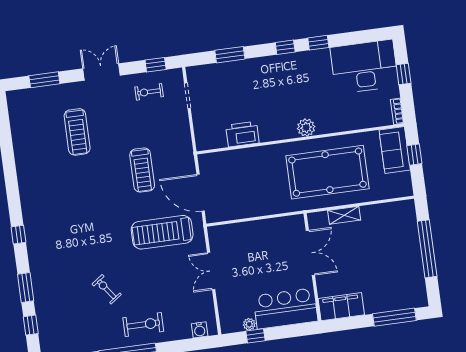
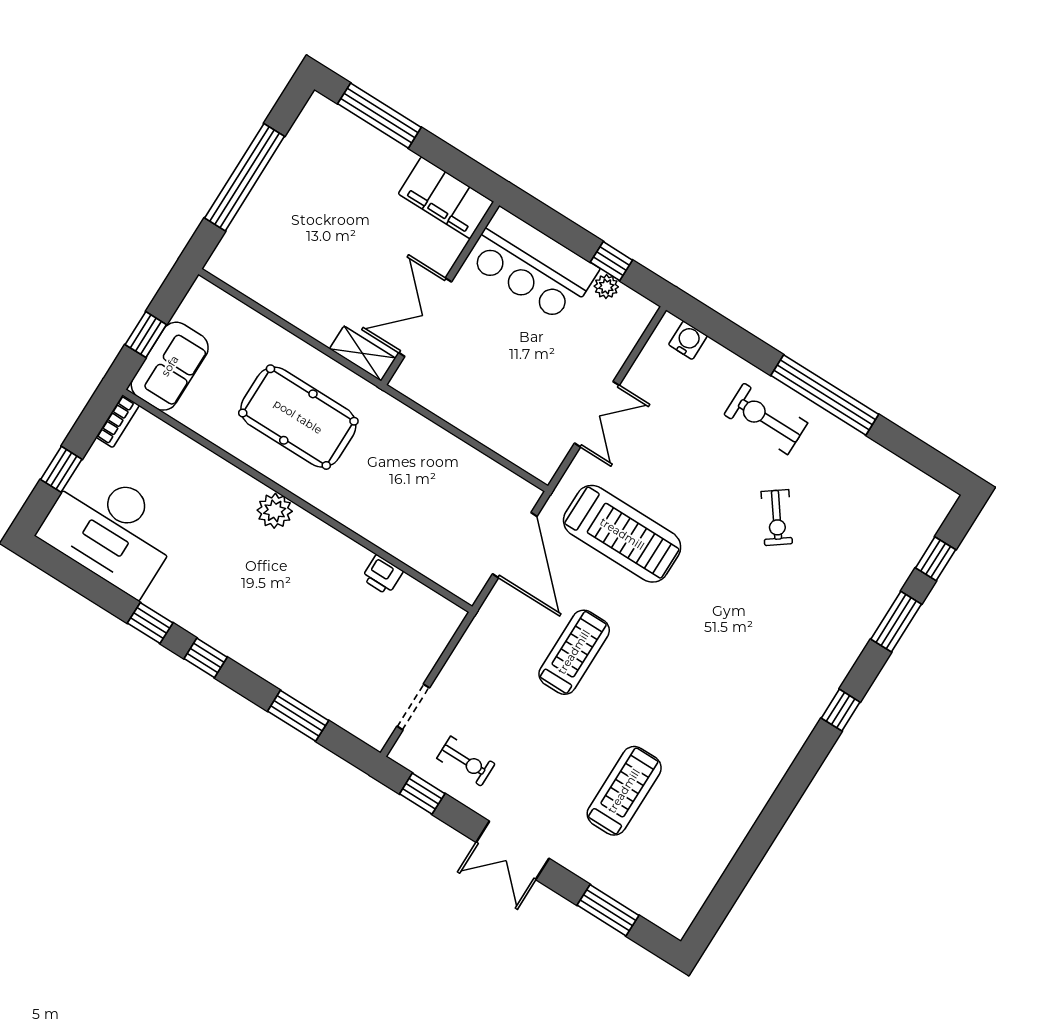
printer: (242, 134) -> (382, 575), width x0.53, depth x0.68
pool table: (327, 172) -> (298, 417), width x0.73, depth x0.76
shelving: (344, 215) -> (363, 354), moved

